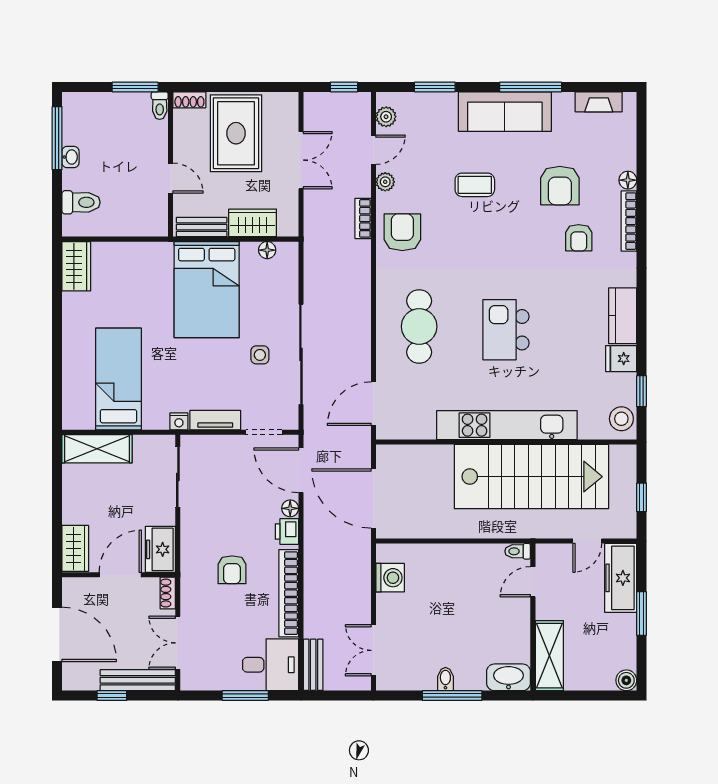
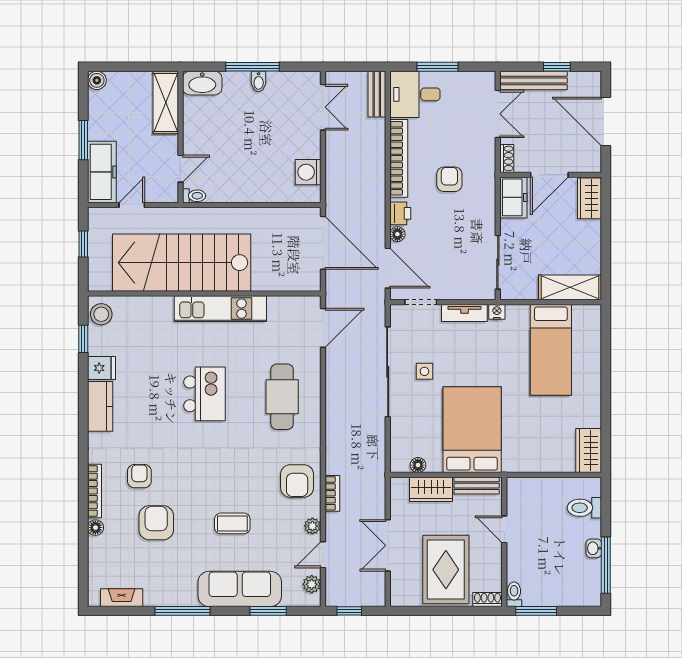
sofa: (505, 112) -> (240, 589), moved
kitchen unit: (507, 425) -> (220, 309), width x0.73

